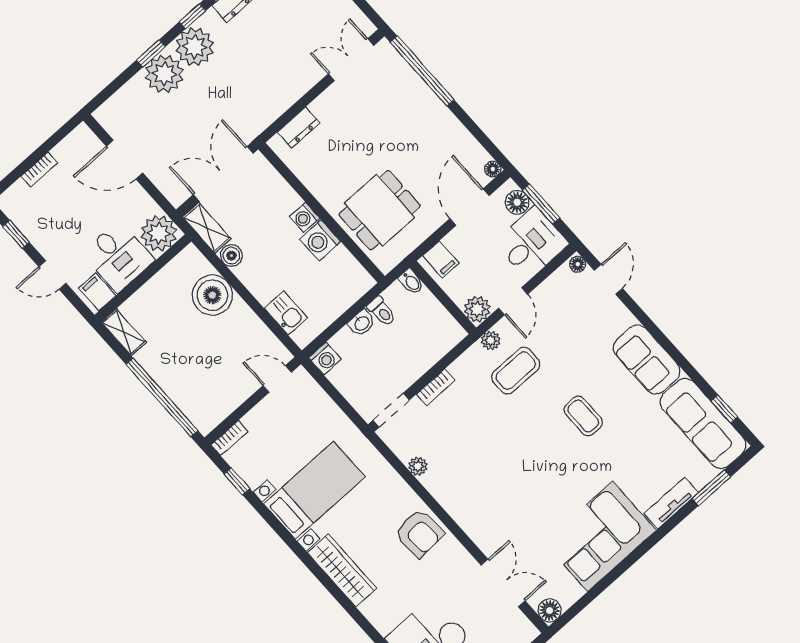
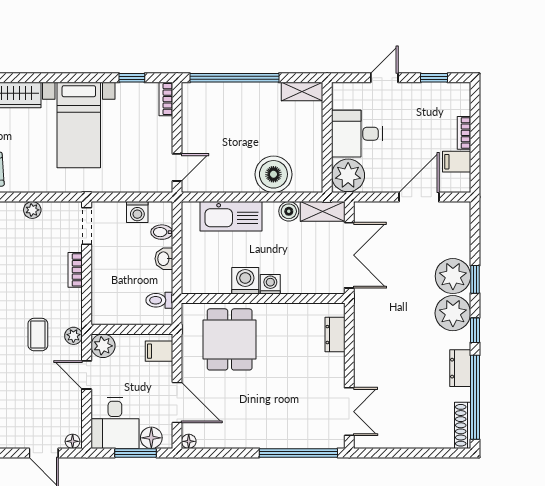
bidet: (411, 282) -> (162, 232), moved
filing cabinet: (97, 292) -> (457, 162), moved, turned 180
toilet: (382, 312) -> (159, 300), moved
kitchen sink: (286, 313) -> (231, 216), width x1.87, depth x1.24
washing machine: (325, 358) -> (137, 212), moved, turned -90
coffee table: (516, 371) -> (38, 335), width x0.73, depth x0.77

